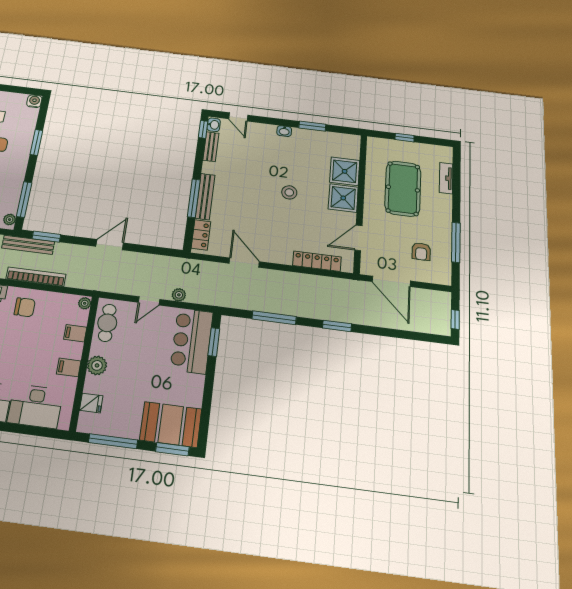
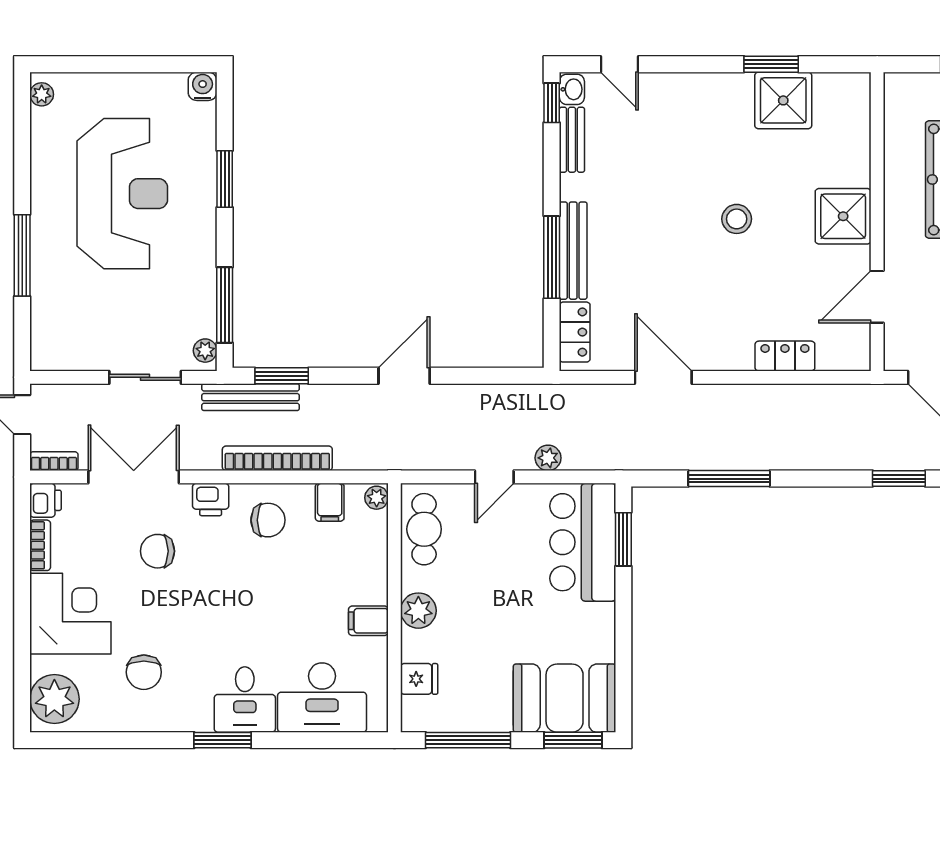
washbasin: (284, 131) -> (715, 84), removed
shower: (345, 171) -> (783, 100), moved
locker: (317, 261) -> (785, 356), width x0.66
window: (337, 326) -> (899, 479), moved
filing cabinet: (75, 333) -> (330, 502), moved, turned -90

